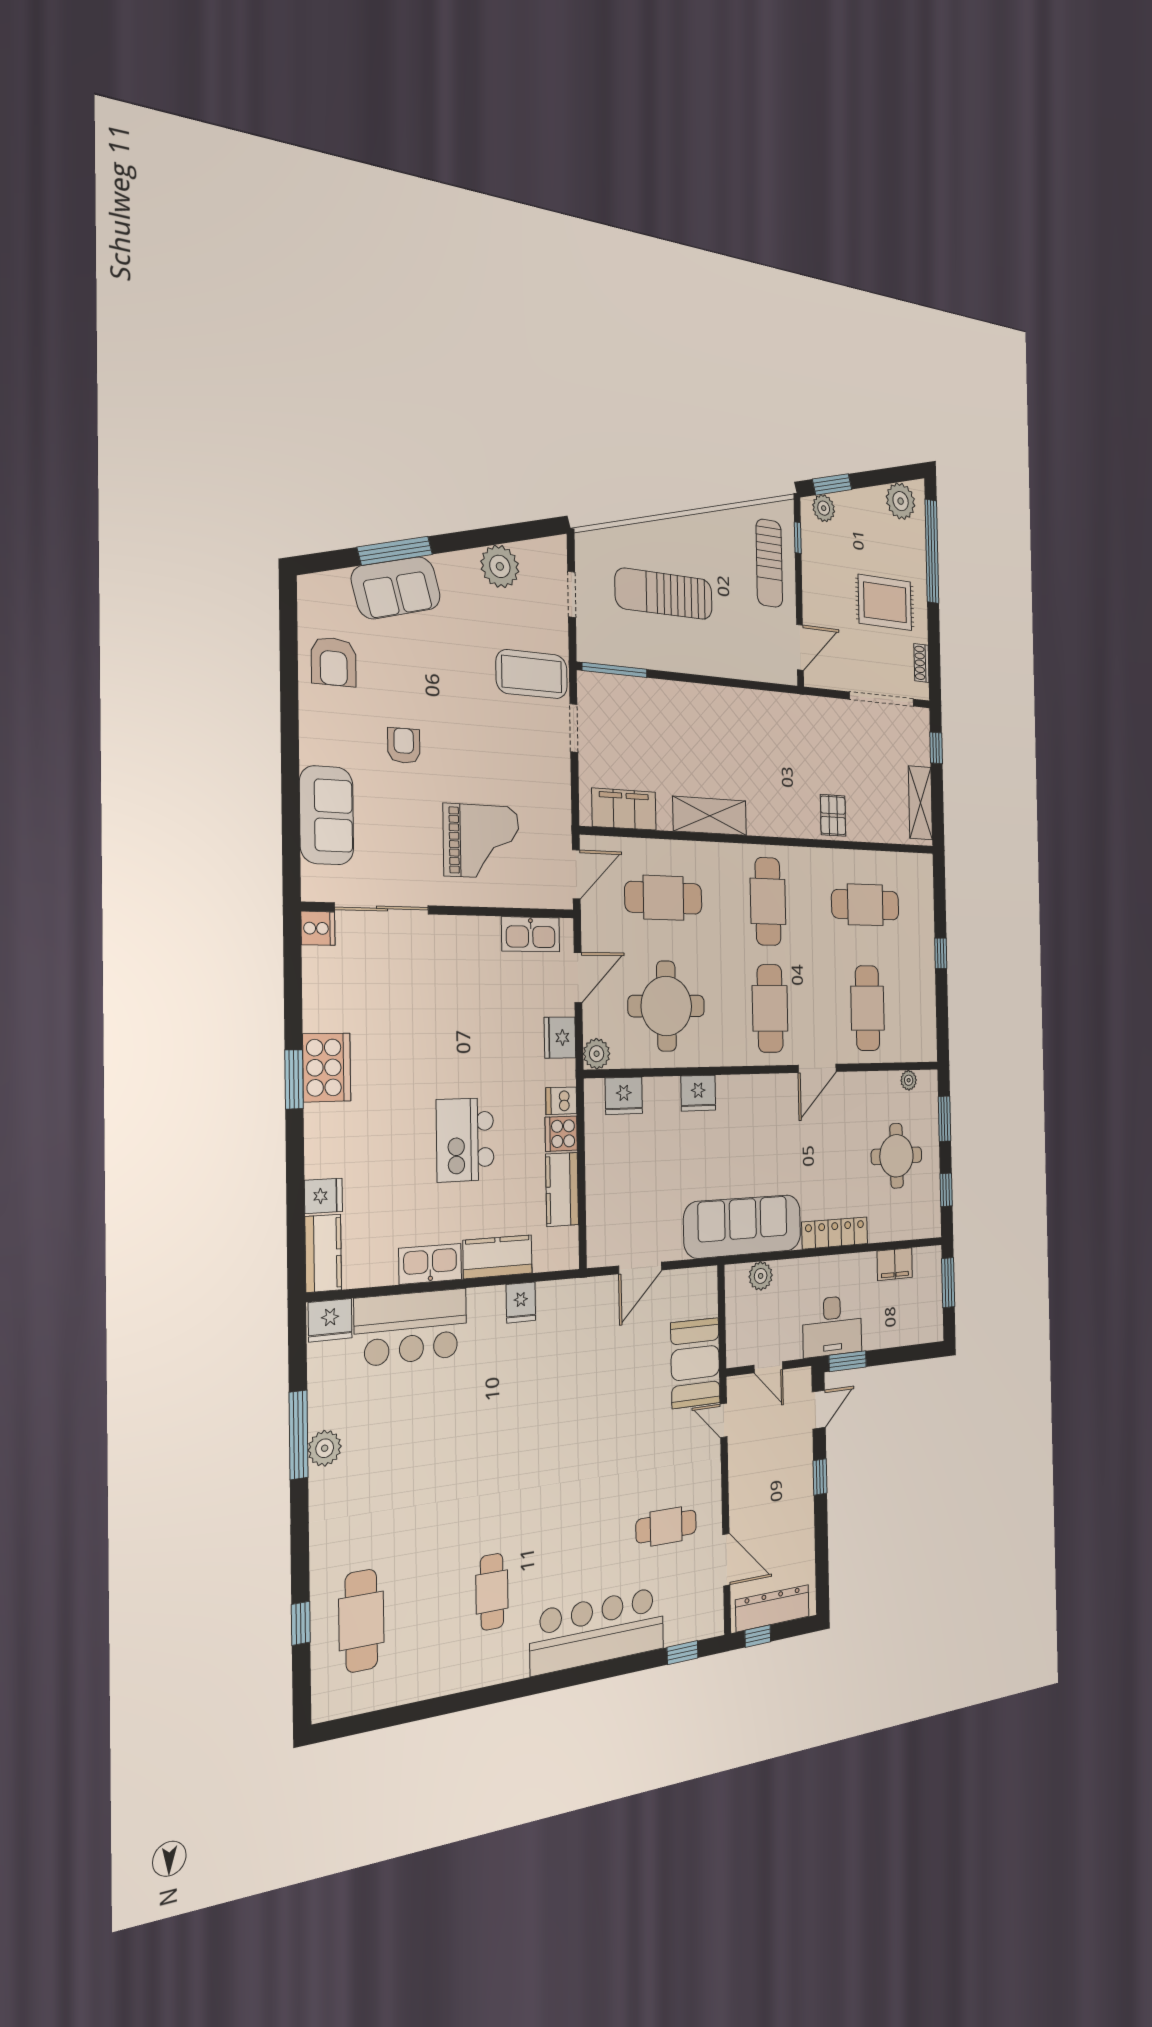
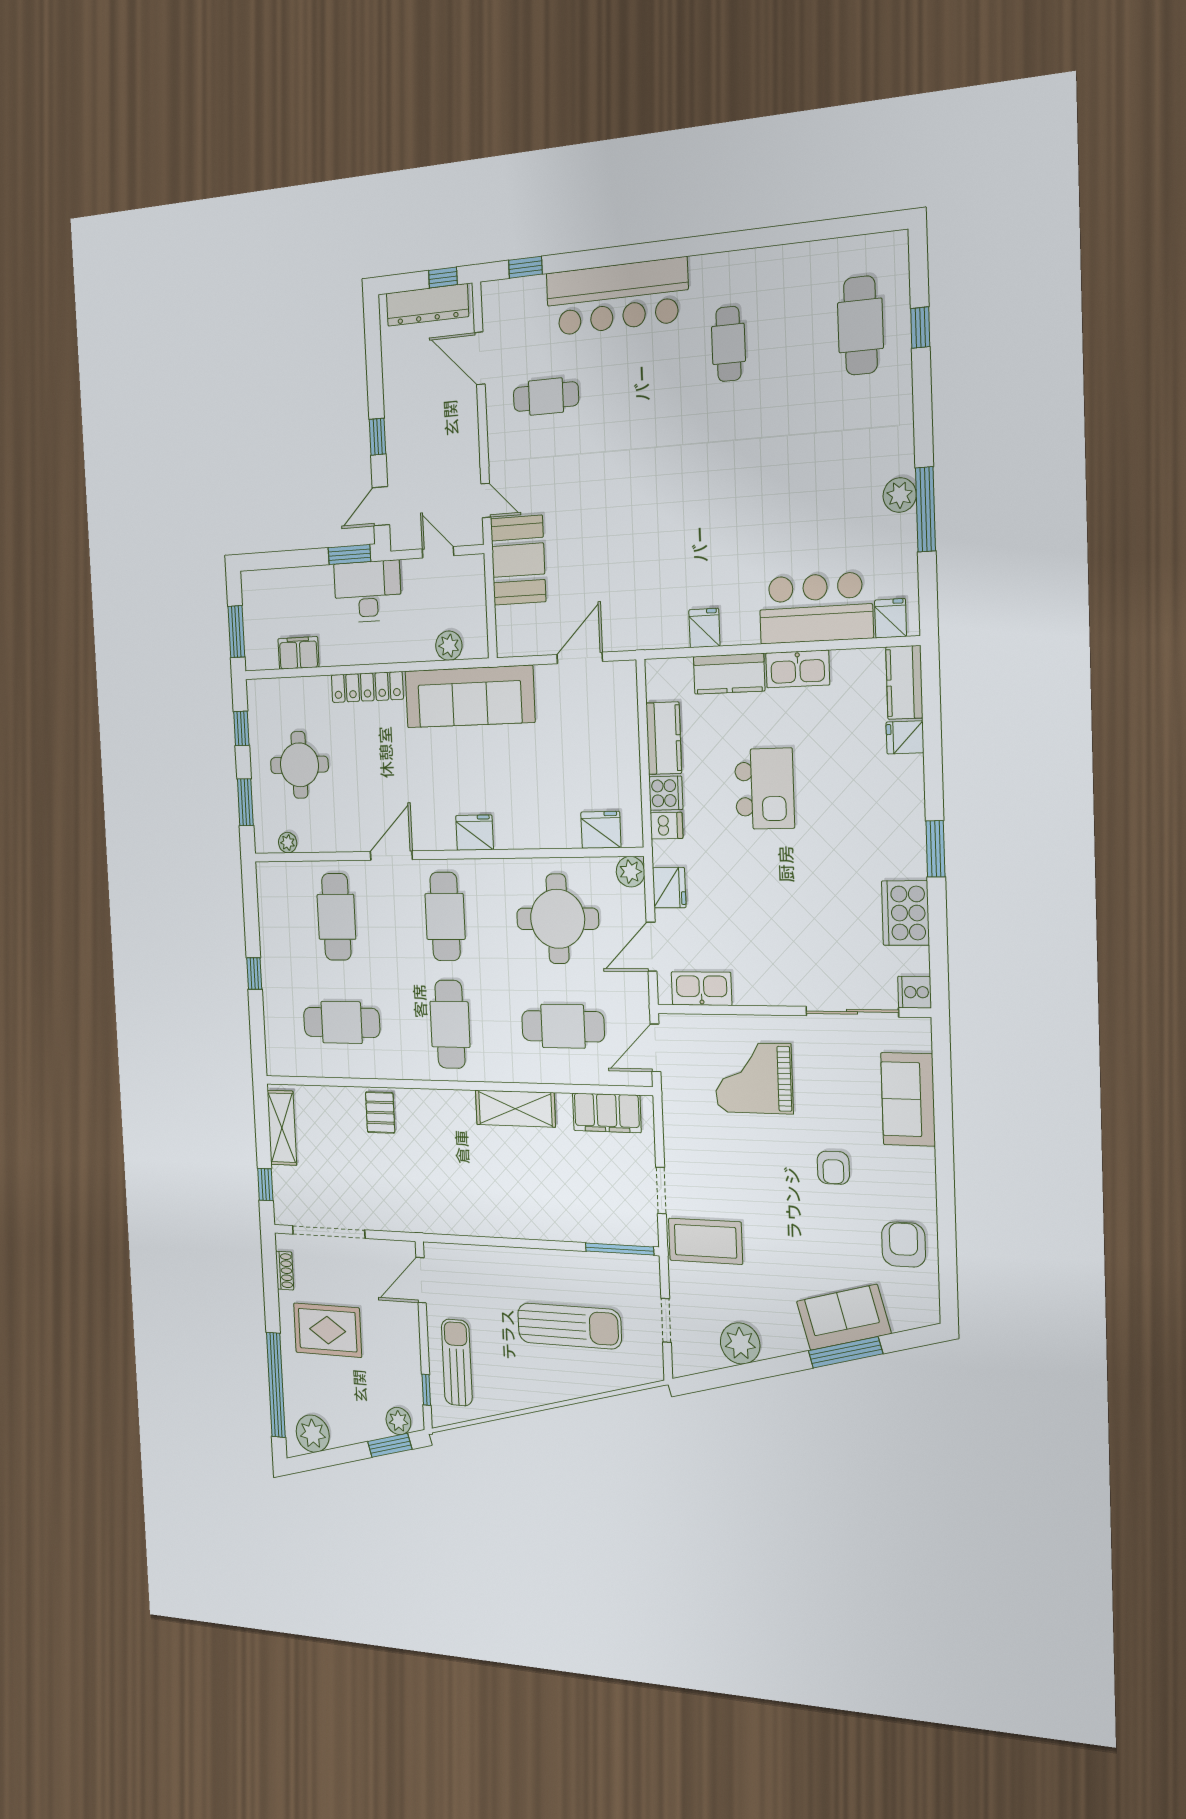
cooker: (327, 1068) -> (905, 913), moved
fridge: (698, 1093) -> (474, 833), moved
fridge: (330, 1320) -> (891, 618), width x0.72

